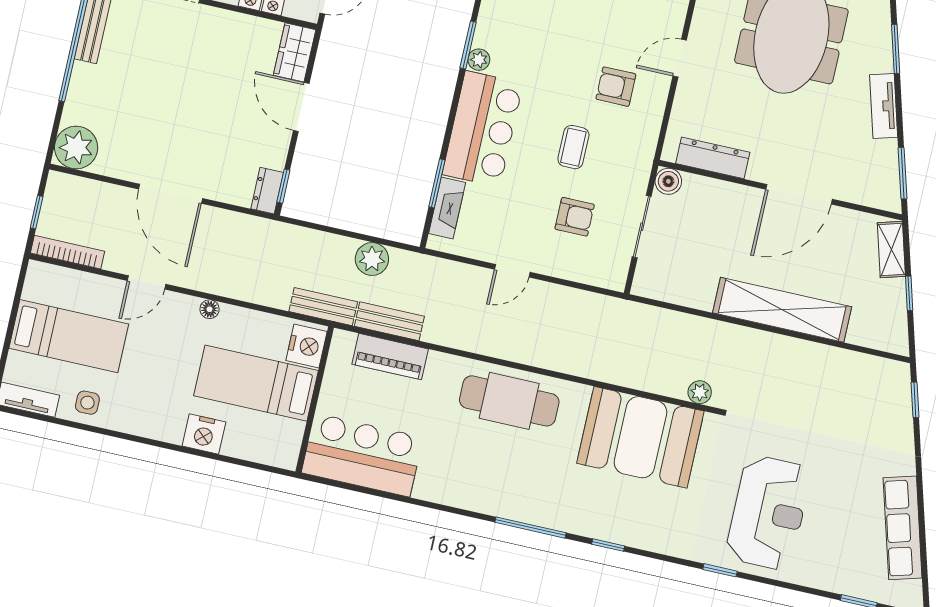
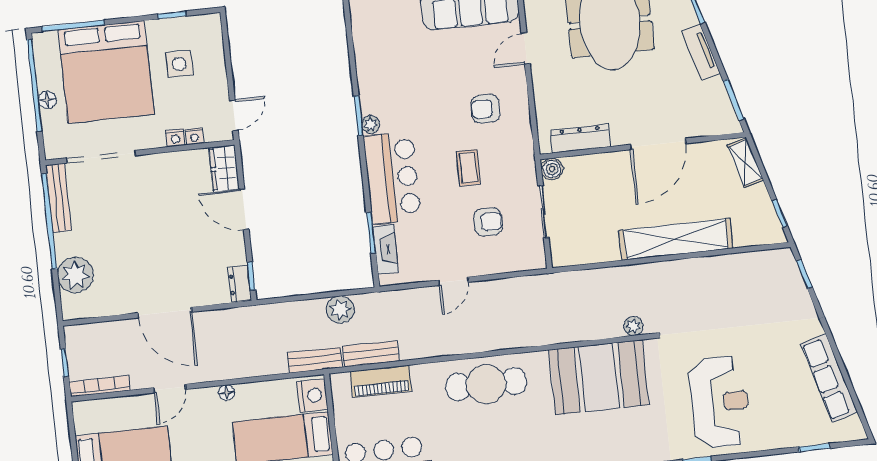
door: (680, 58) -> (526, 48), moved
plant: (76, 147) -> (75, 275), moved
window: (909, 293) -> (780, 213), moved

